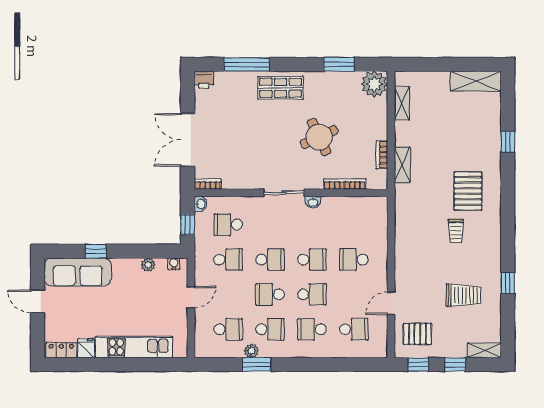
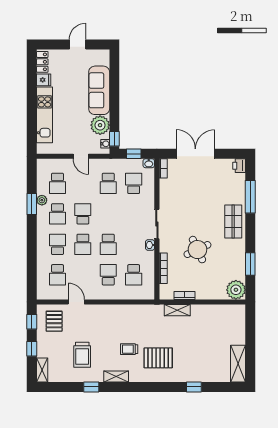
shelving: (402, 103) -> (116, 377), moved
window: (96, 251) -> (114, 139), moved
school desk: (270, 260) -> (134, 275), moved
plant: (148, 265) -> (100, 125), width x1.88, depth x1.88
sofa: (78, 272) -> (99, 90), moved

